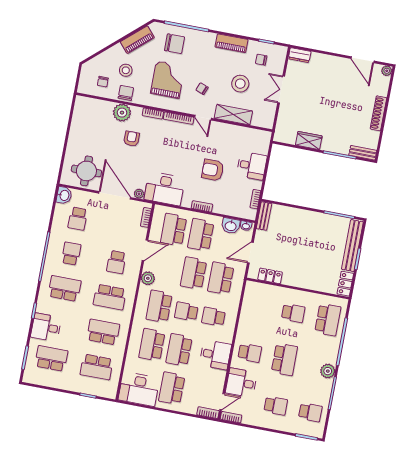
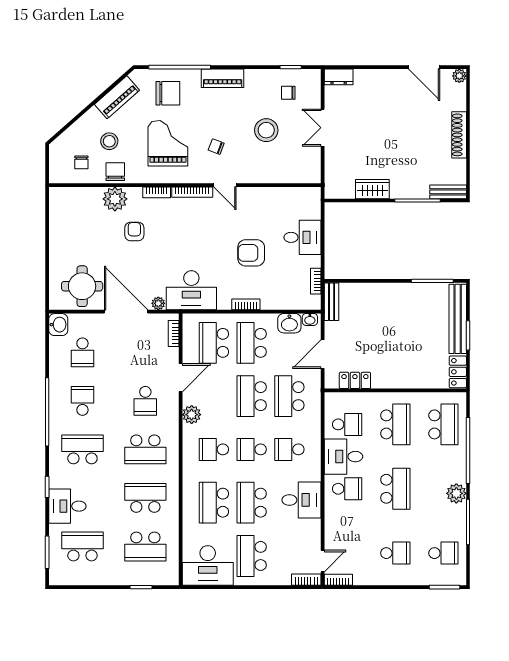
piano: (231, 43) -> (223, 78), moved
shelving: (233, 115) -> (265, 174), removed
school desk: (159, 306) -> (214, 449), width x0.54
school desk: (259, 307) -> (347, 424), added
school desk: (293, 313) -> (395, 424), width x1.85
desk: (241, 383) -> (343, 457), moved

